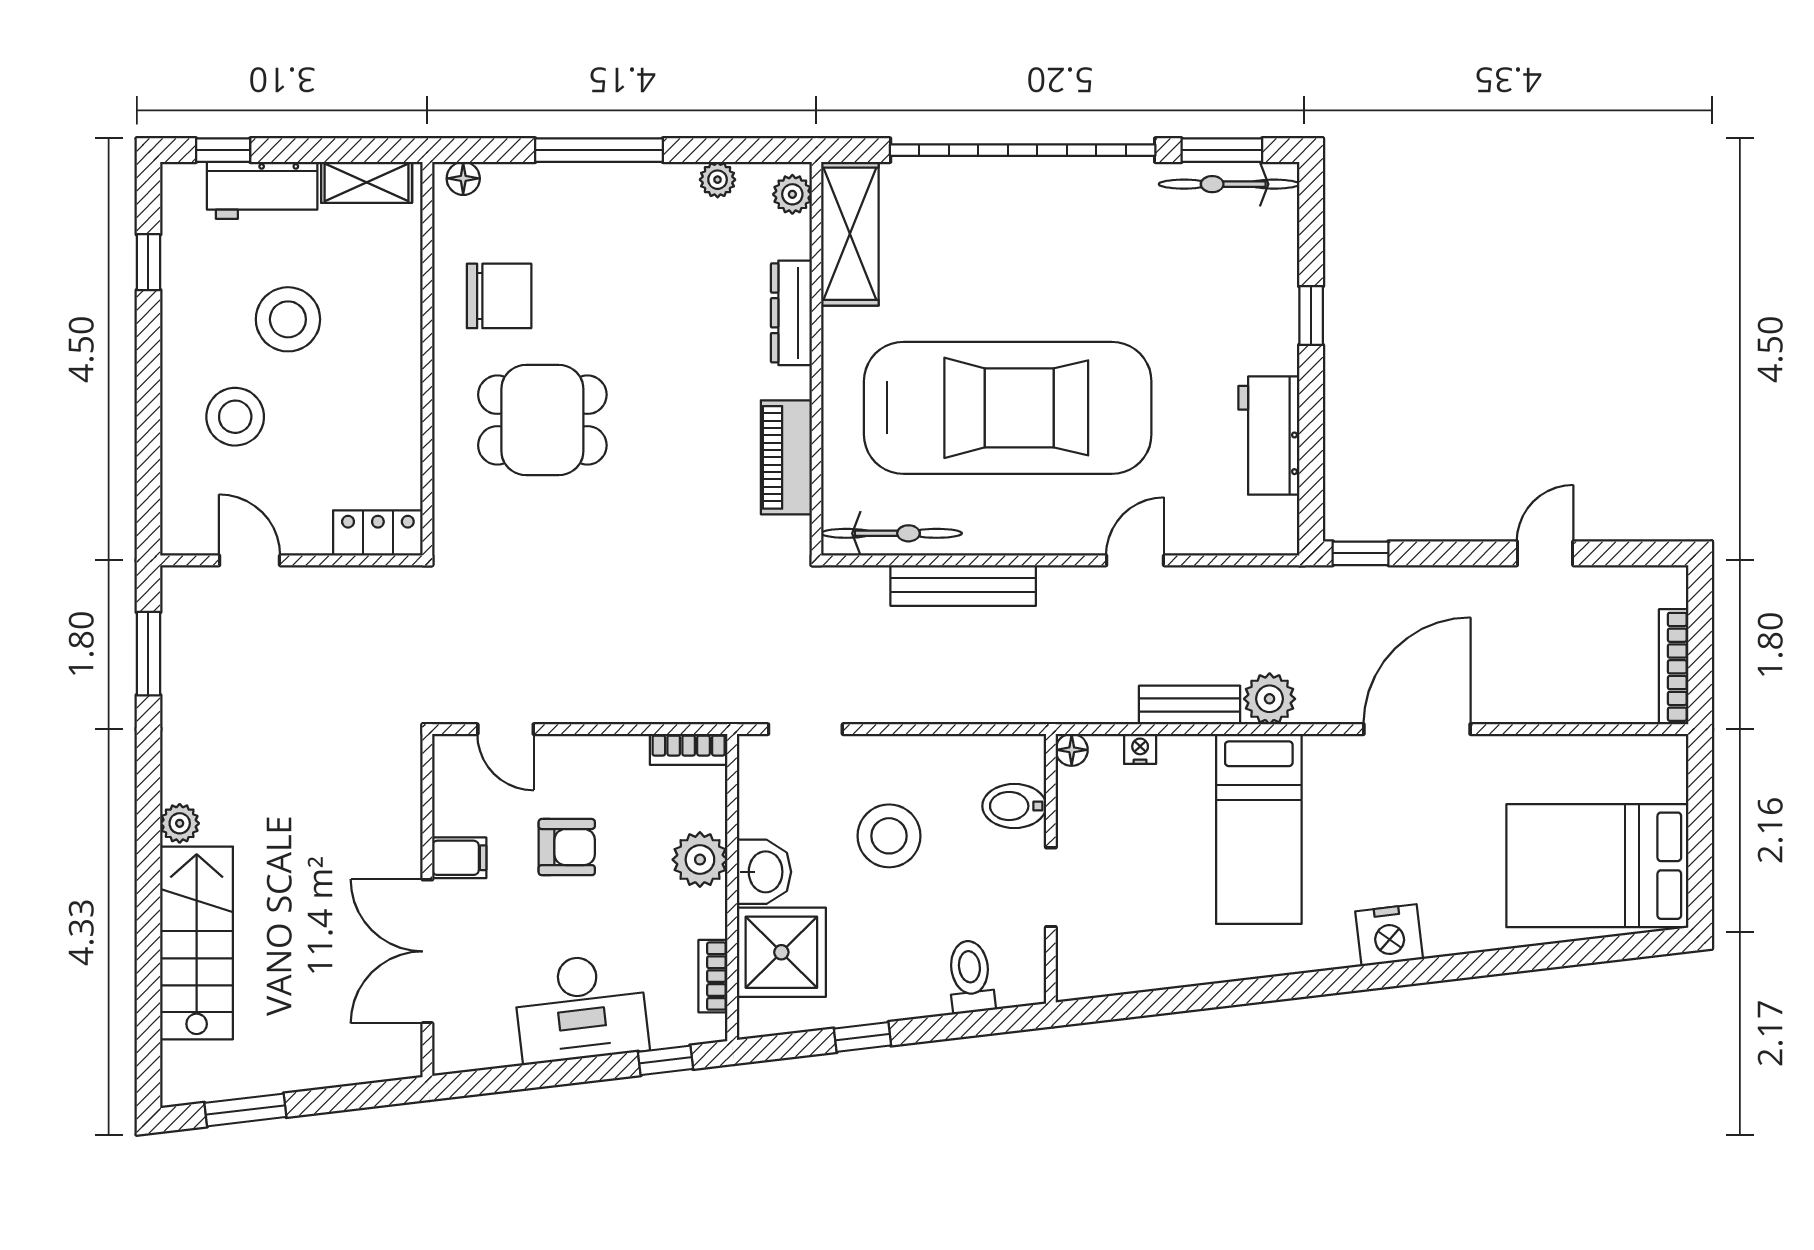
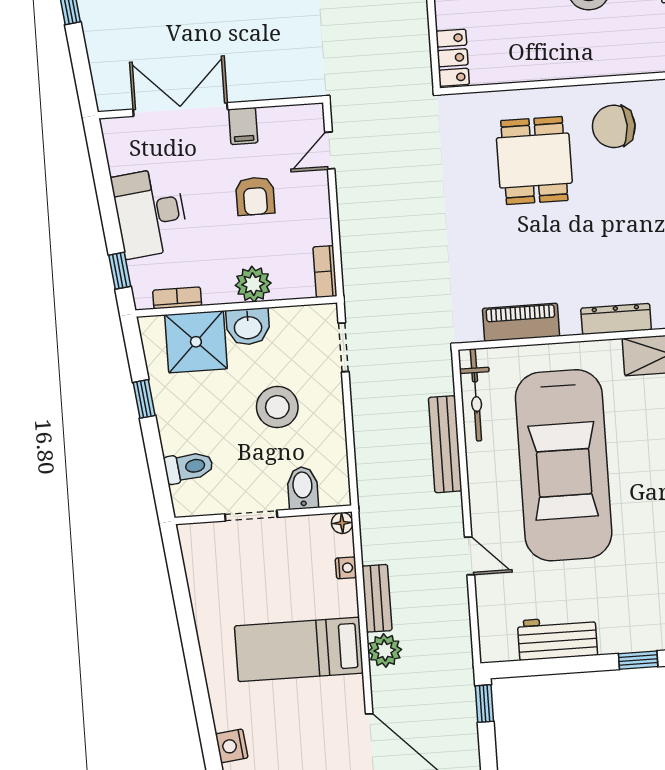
chair: (499, 296) -> (614, 126), turned 90
nightstand: (1389, 935) -> (232, 746), width x0.74, depth x0.75

